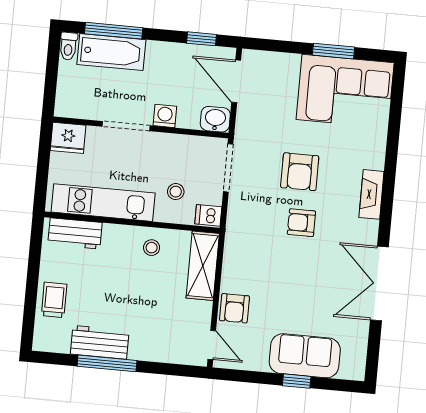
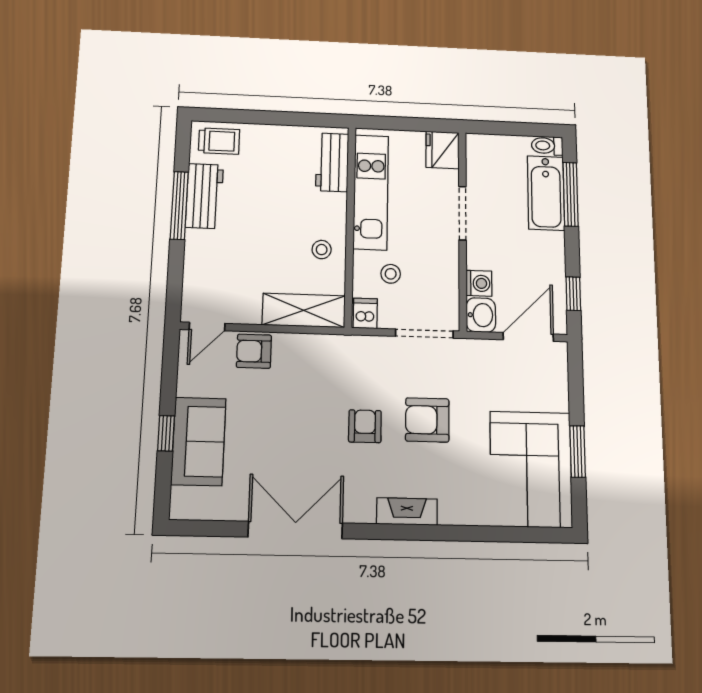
washing machine: (165, 116) -> (479, 283), moved
trolley: (54, 300) -> (219, 141), moved

